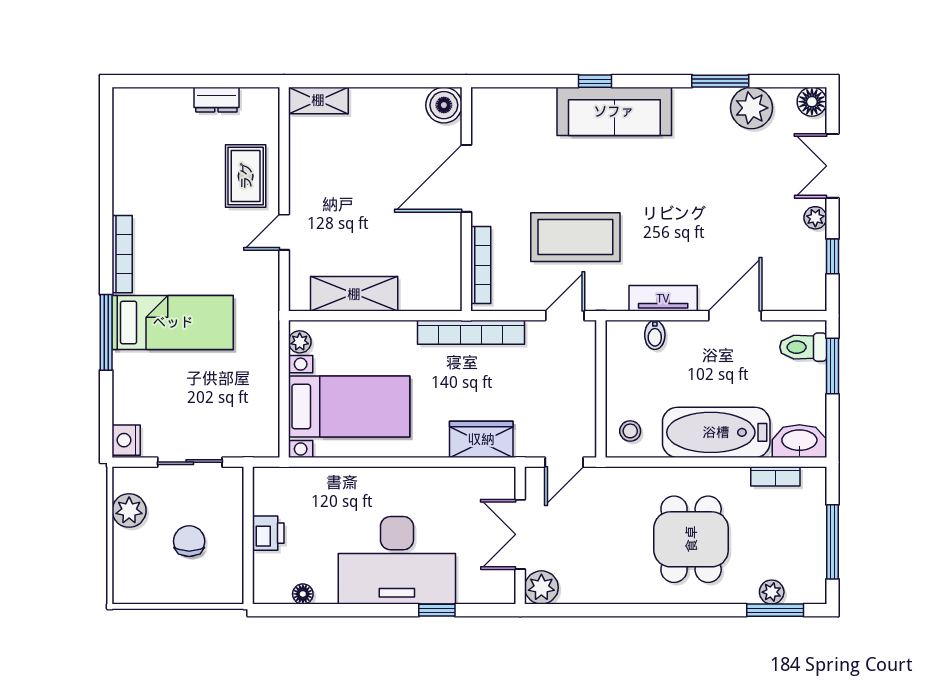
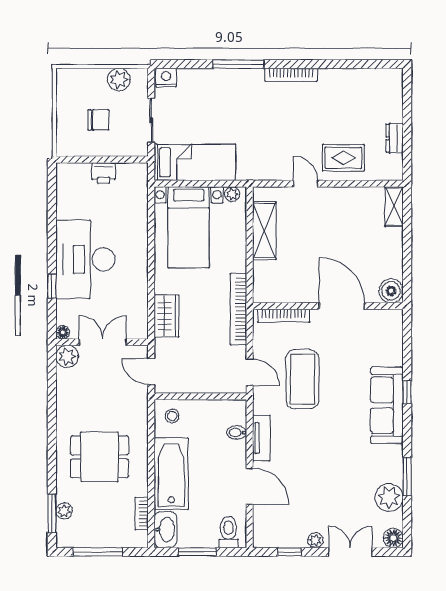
bed: (173, 322) -> (195, 162), moved, turned -90
window: (833, 366) -> (197, 552), moved
floor lamp: (303, 594) -> (63, 332), moved

